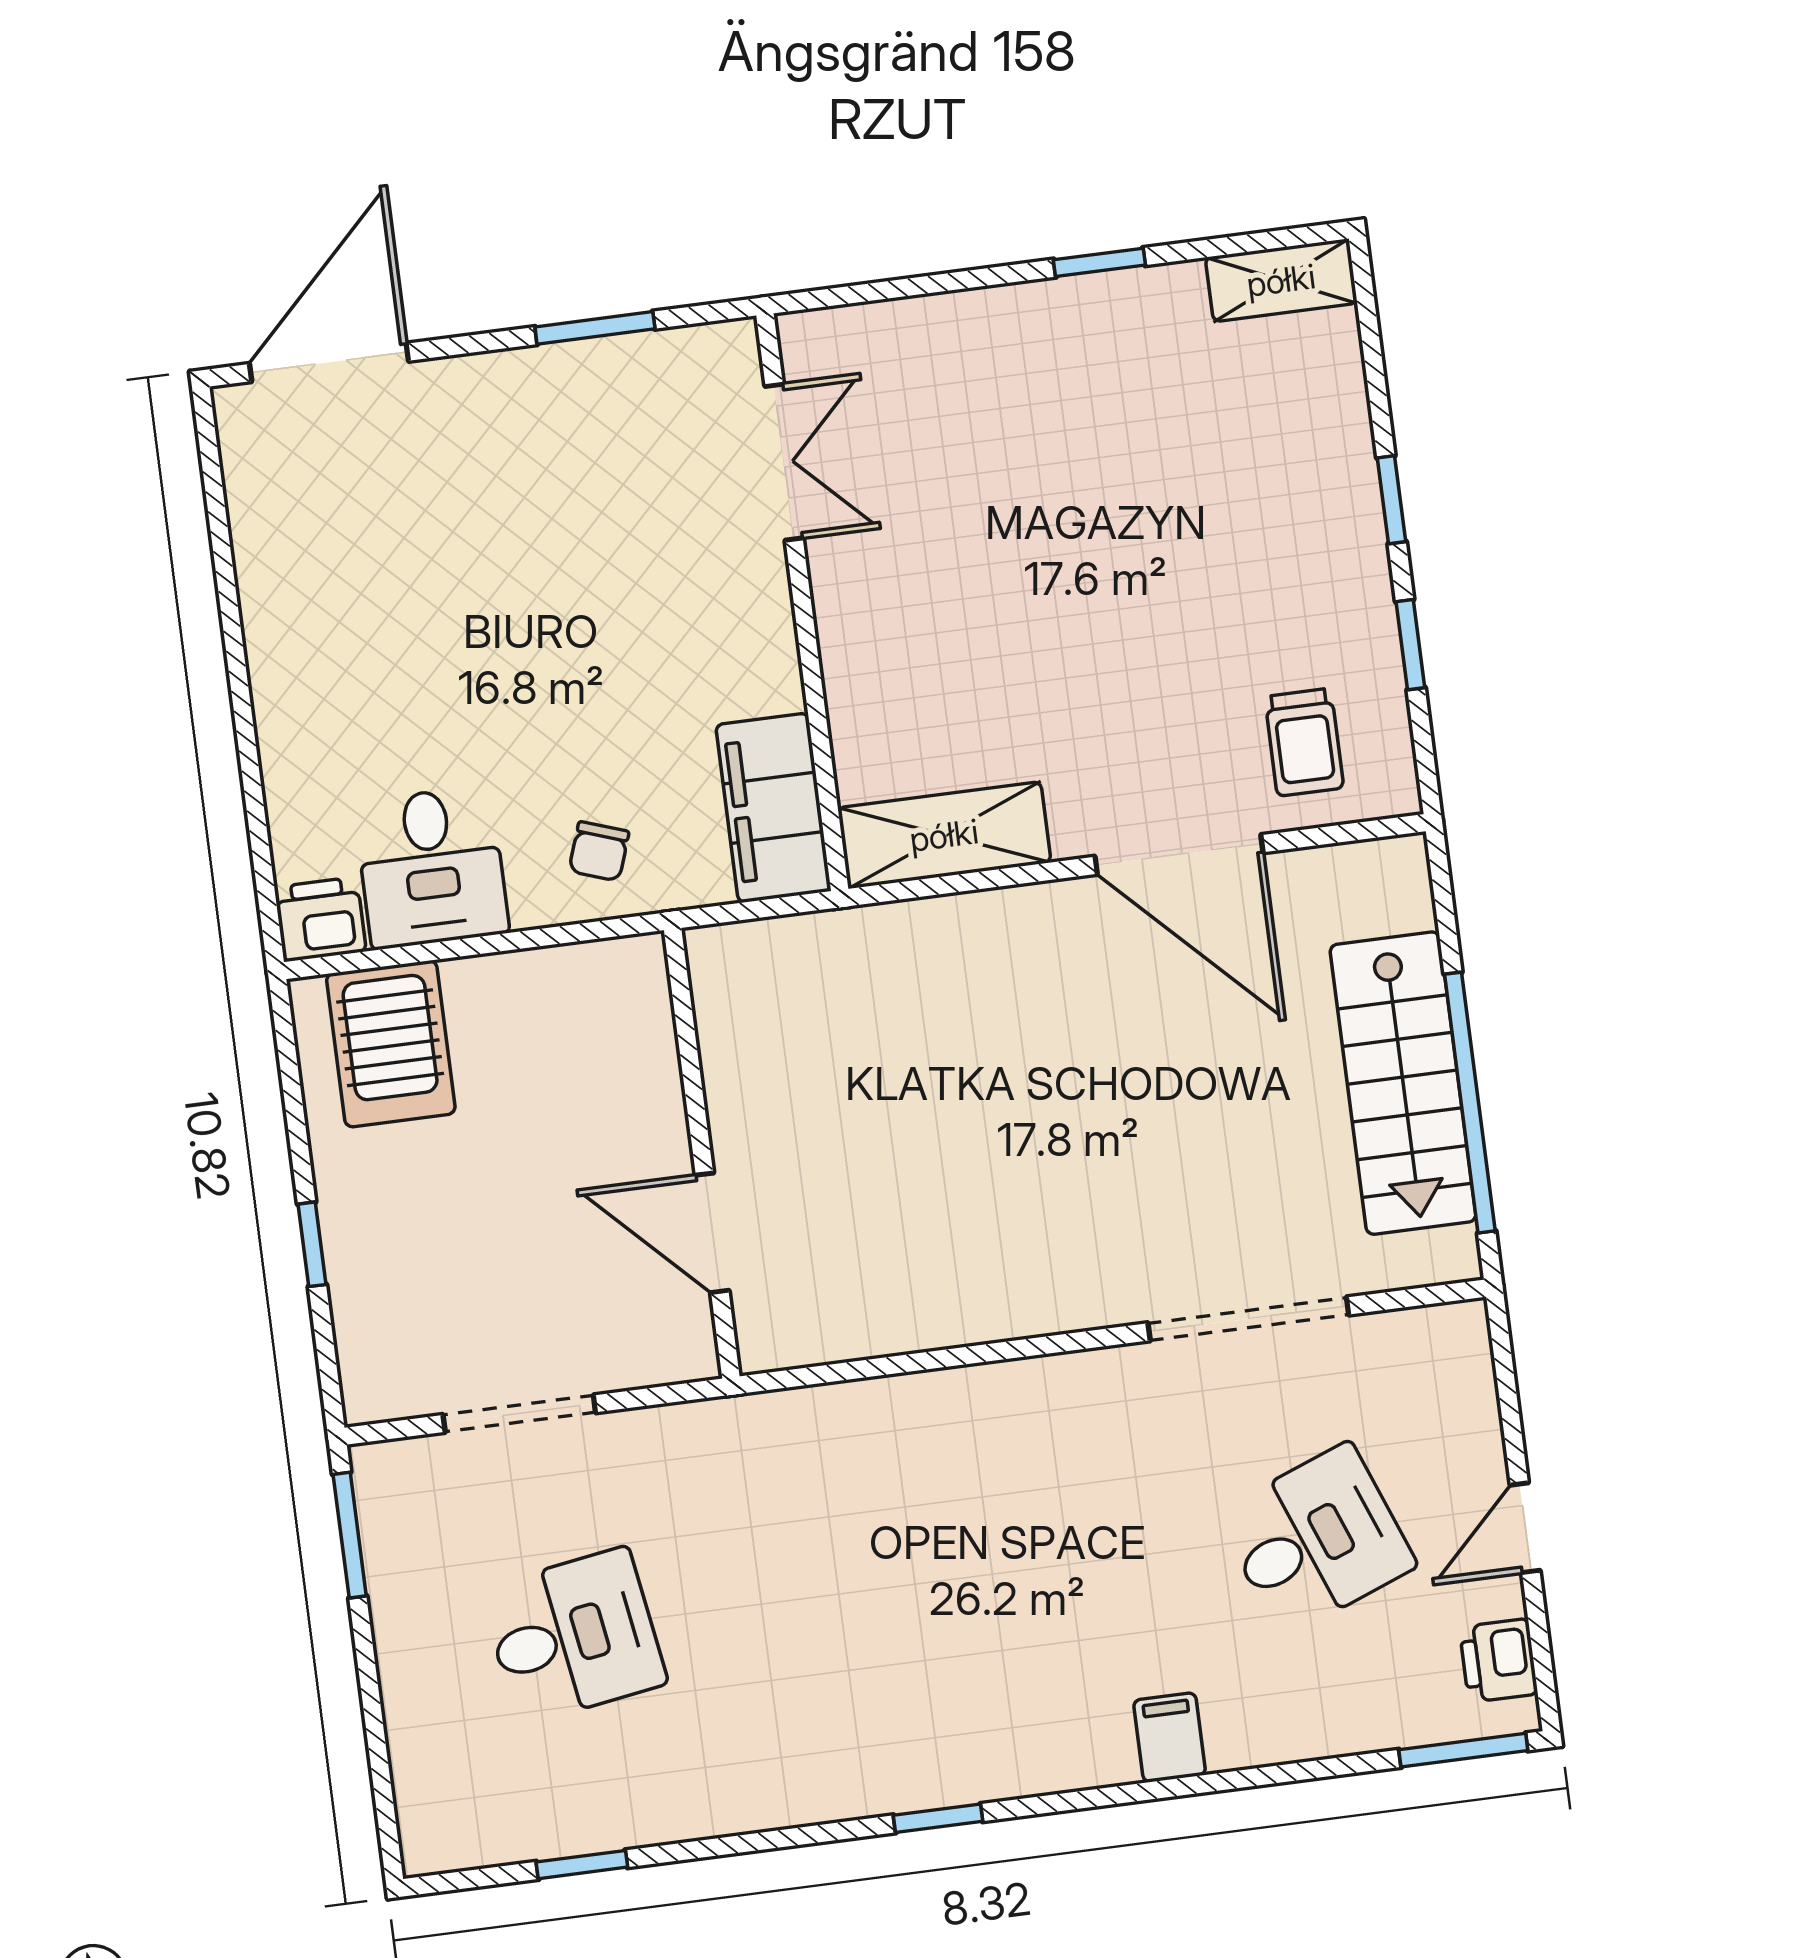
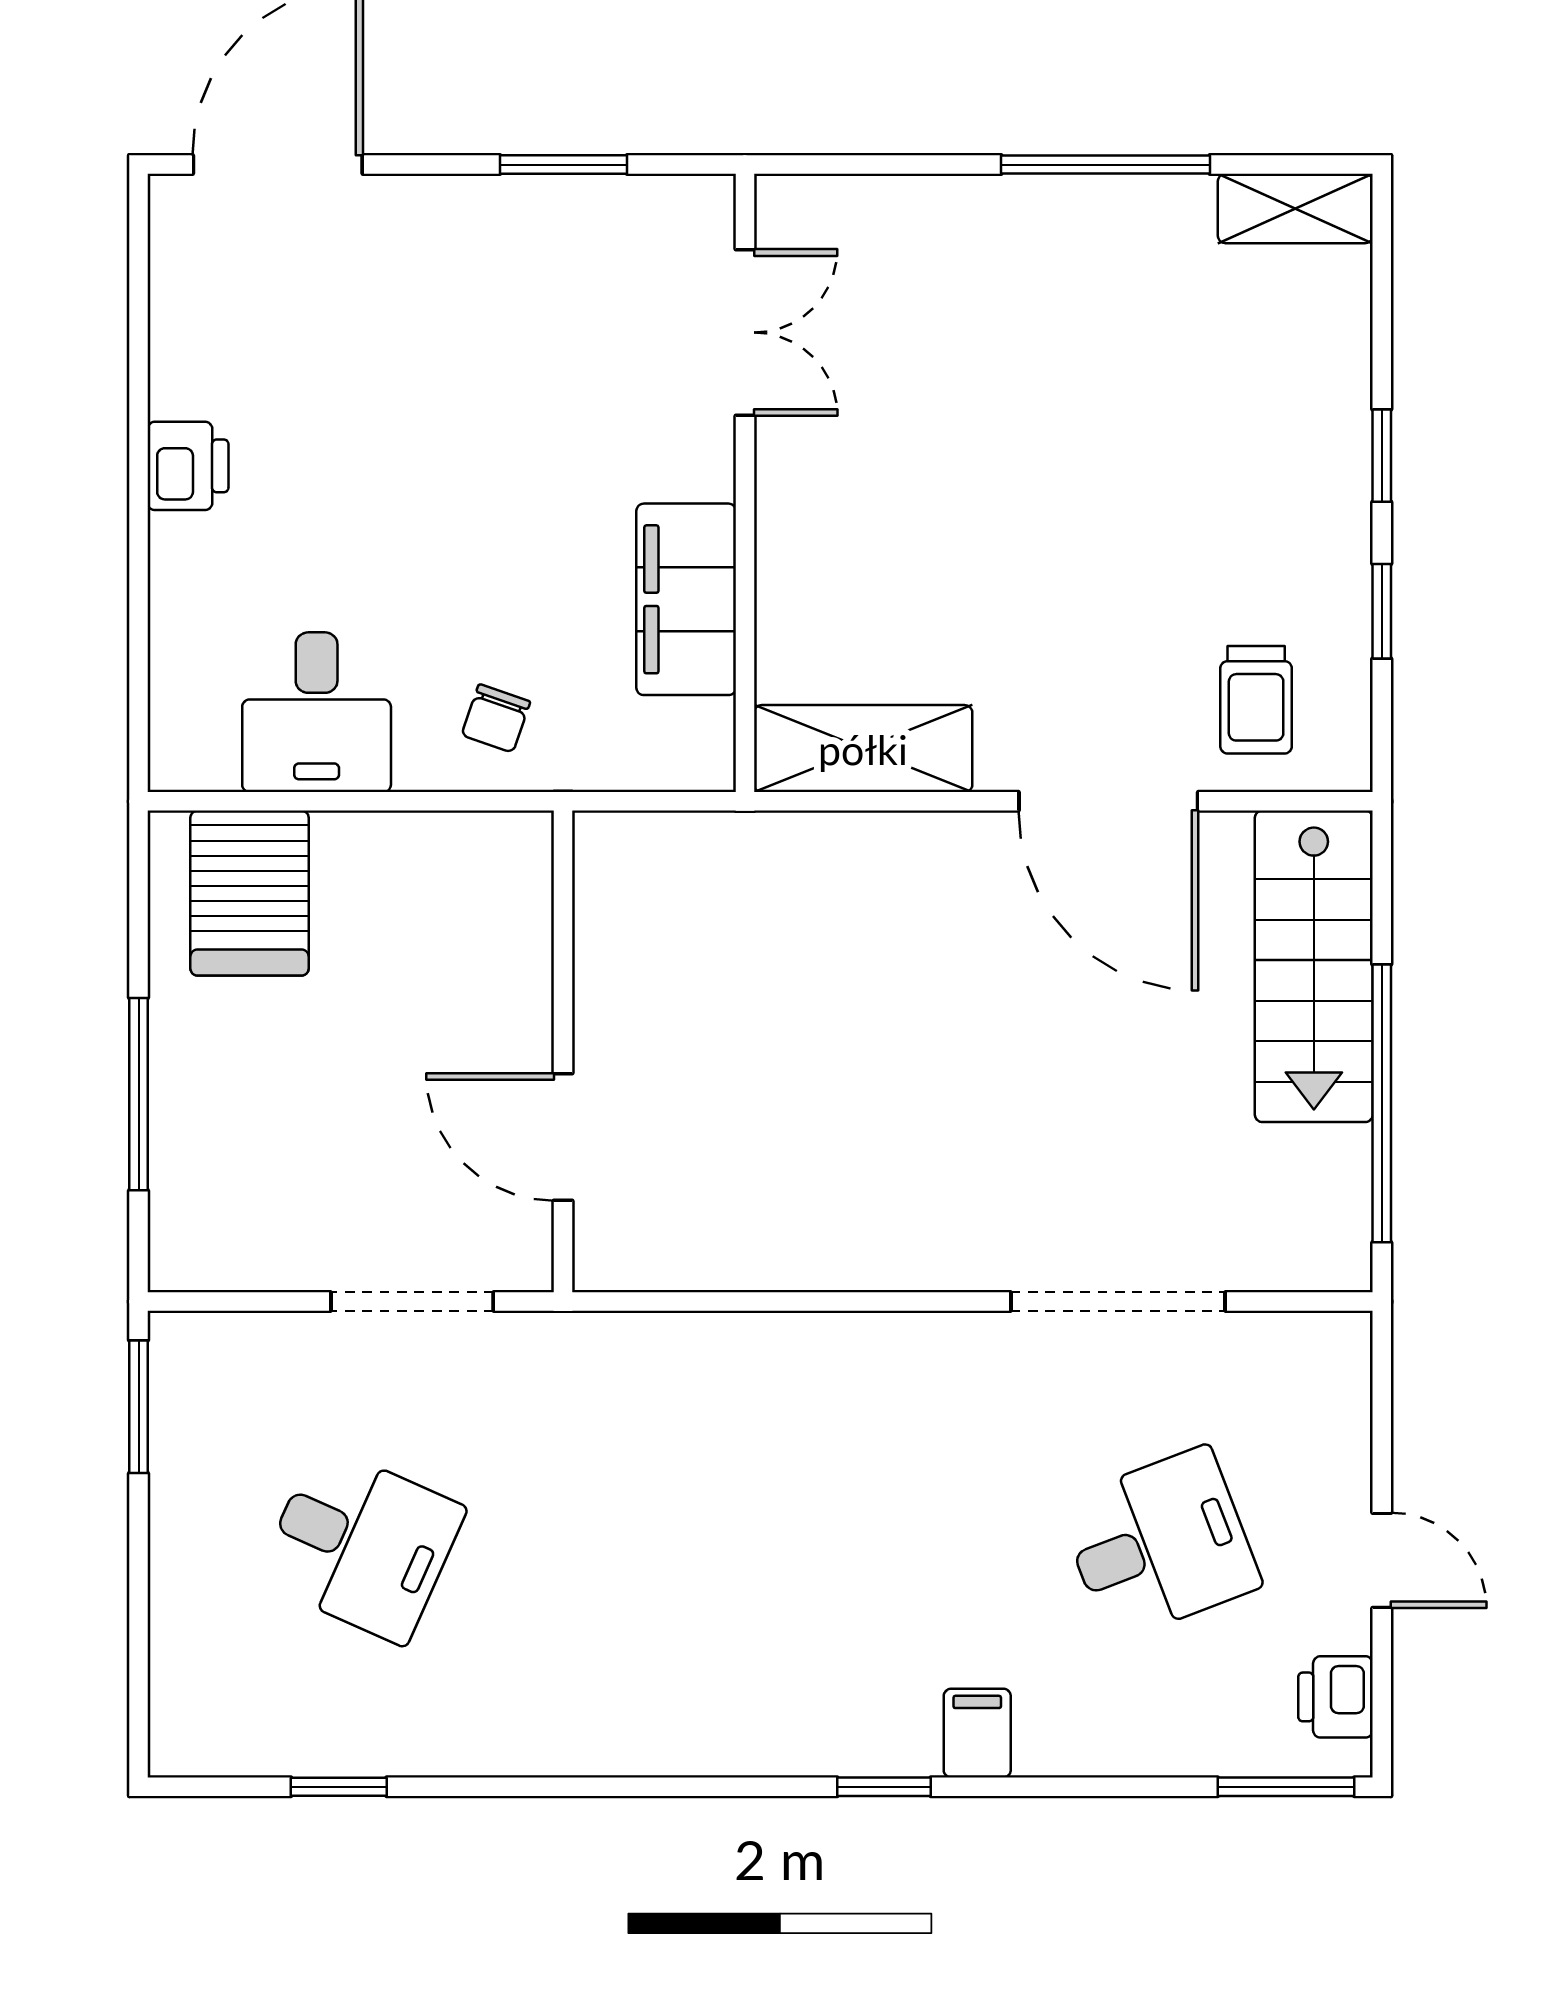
window: (1099, 262) -> (1106, 165), width x2.17
filing cabinet: (773, 808) -> (686, 599), moved
printer: (320, 919) -> (188, 466), moved, turned 90
stairs: (1403, 1083) -> (1314, 966), moved
window: (312, 1244) -> (139, 1094), width x2.17
doorway: (519, 1414) -> (412, 1302), moved
door: (1525, 1528) -> (1382, 1560), swing flipped
desk: (573, 1636) -> (361, 1544), turned 33
window: (938, 1818) -> (884, 1787), moved

